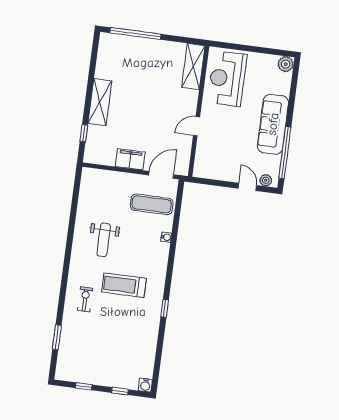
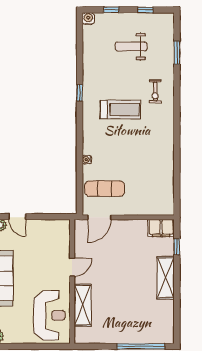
shelving: (193, 67) -> (83, 305), moved
filing cabinet: (130, 159) -> (161, 228), moved
weight bench: (104, 240) -> (131, 46), moved, turned -90

